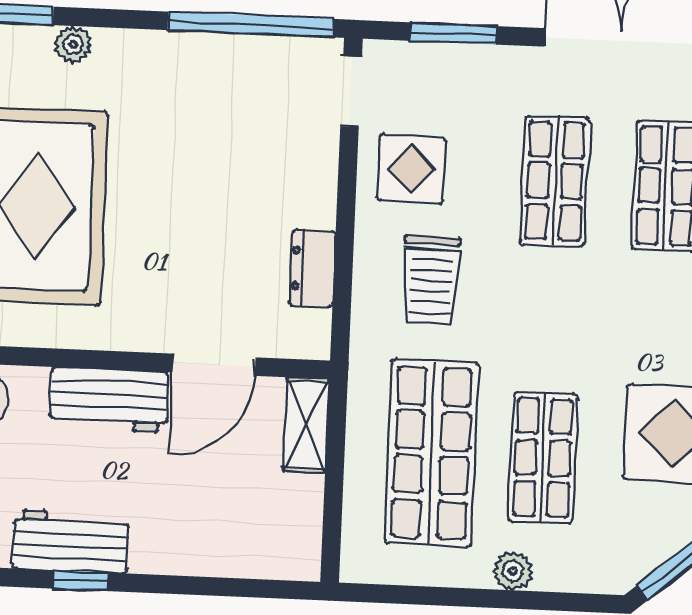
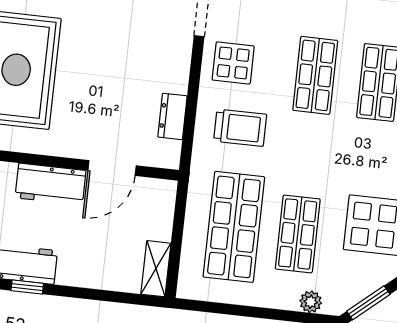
trolley: (431, 280) -> (240, 128), turned -90
shelving: (306, 425) -> (156, 269), moved
plant: (513, 571) -> (311, 302), moved

